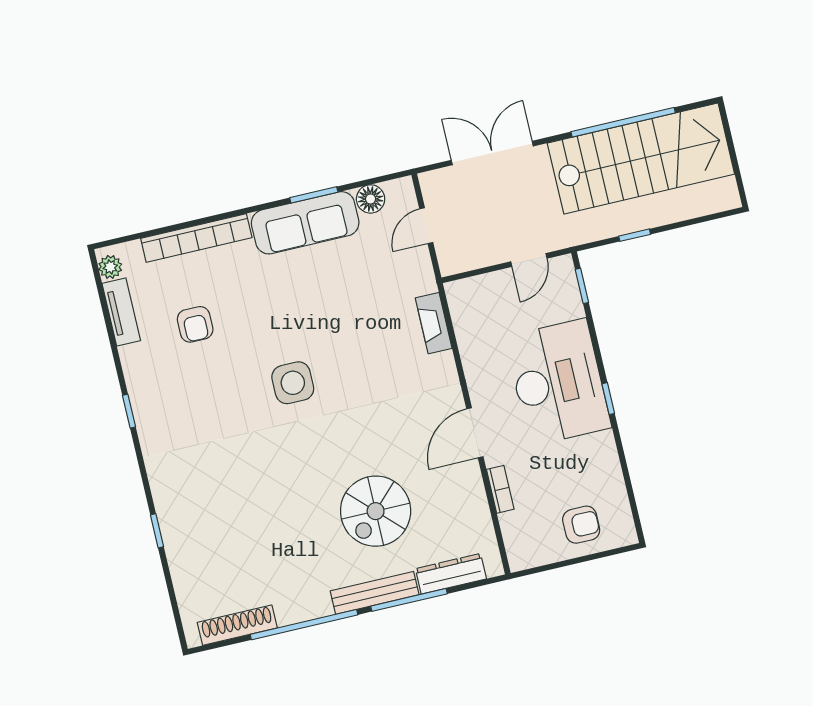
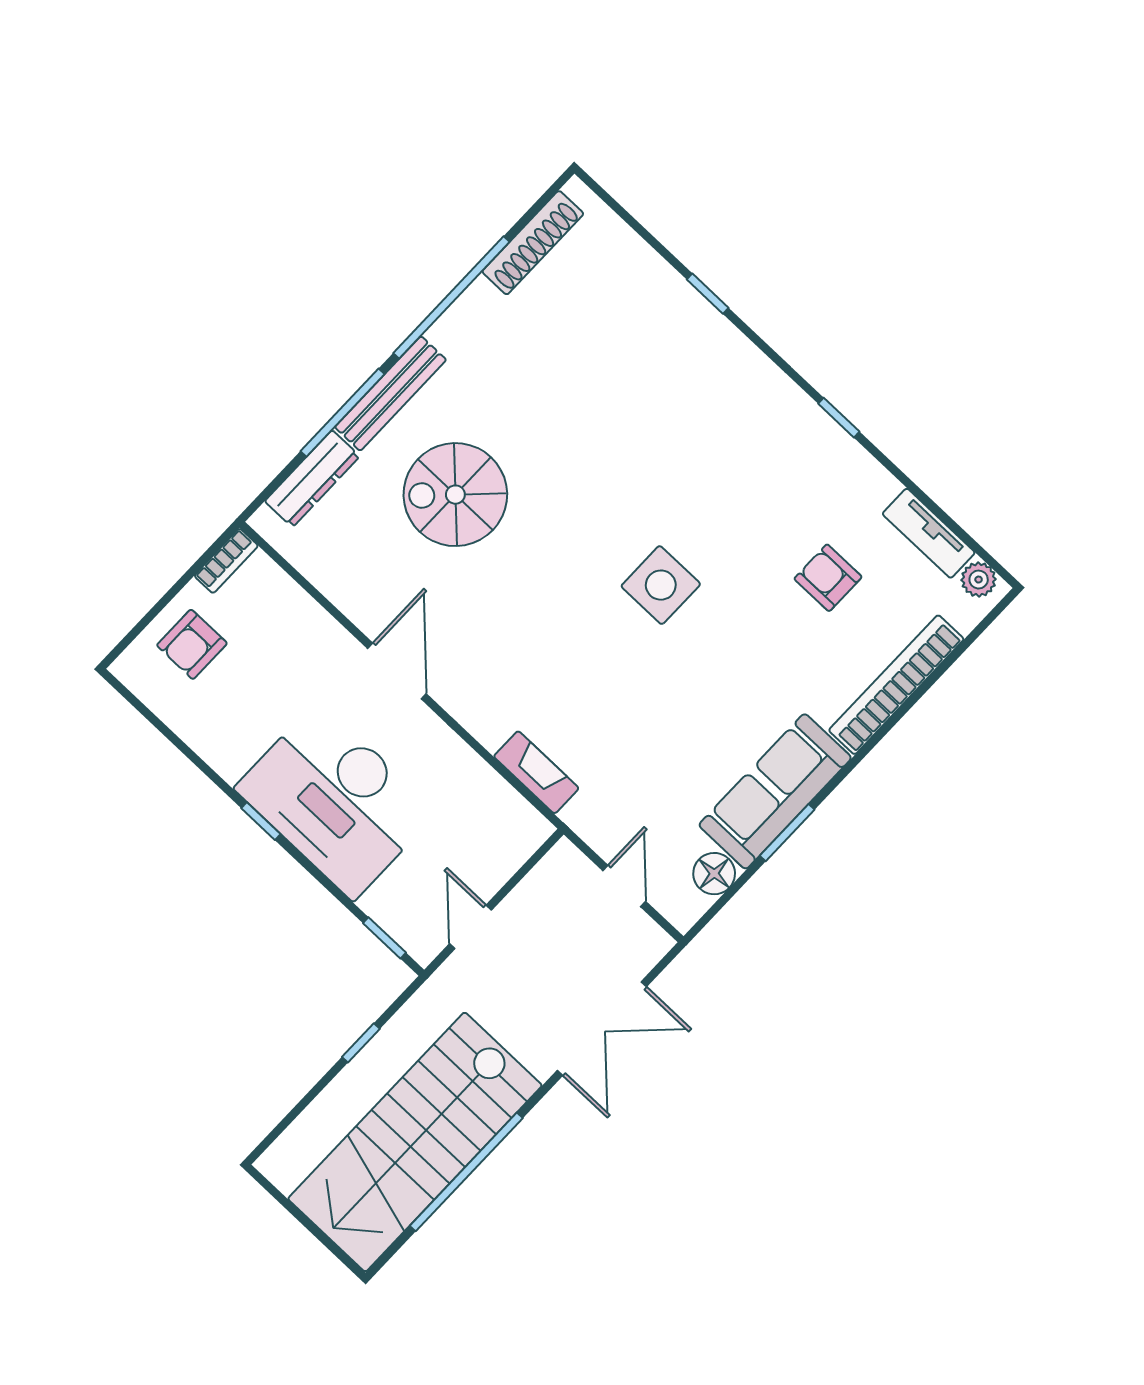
bookcase: (500, 489) -> (226, 561), moved, turned -90
spiral stairs: (376, 511) -> (455, 495), turned -90

